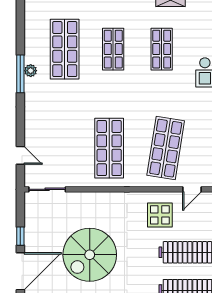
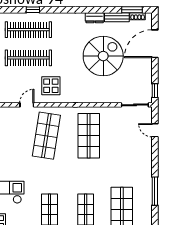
plant: (31, 71) -> (147, 193), removed
window: (20, 236) -> (155, 91), moved

